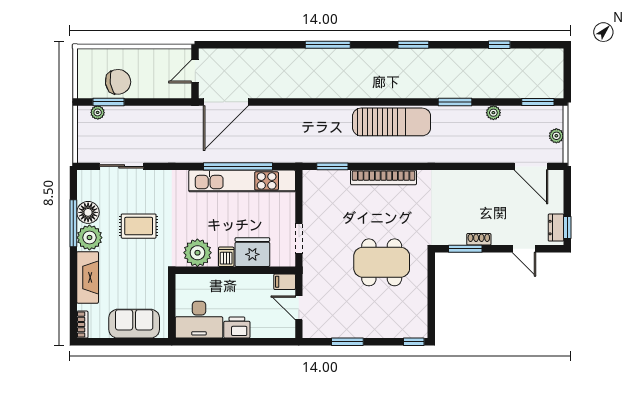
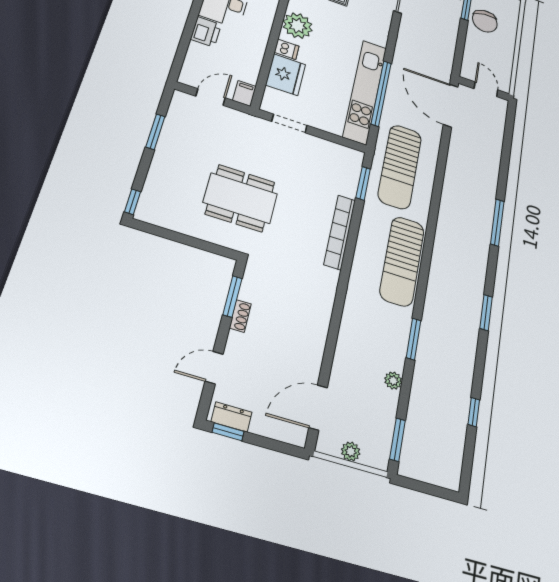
sun lounger: (305, 138) -> (400, 167), added
dining table: (382, 262) -> (240, 198), turned 90

